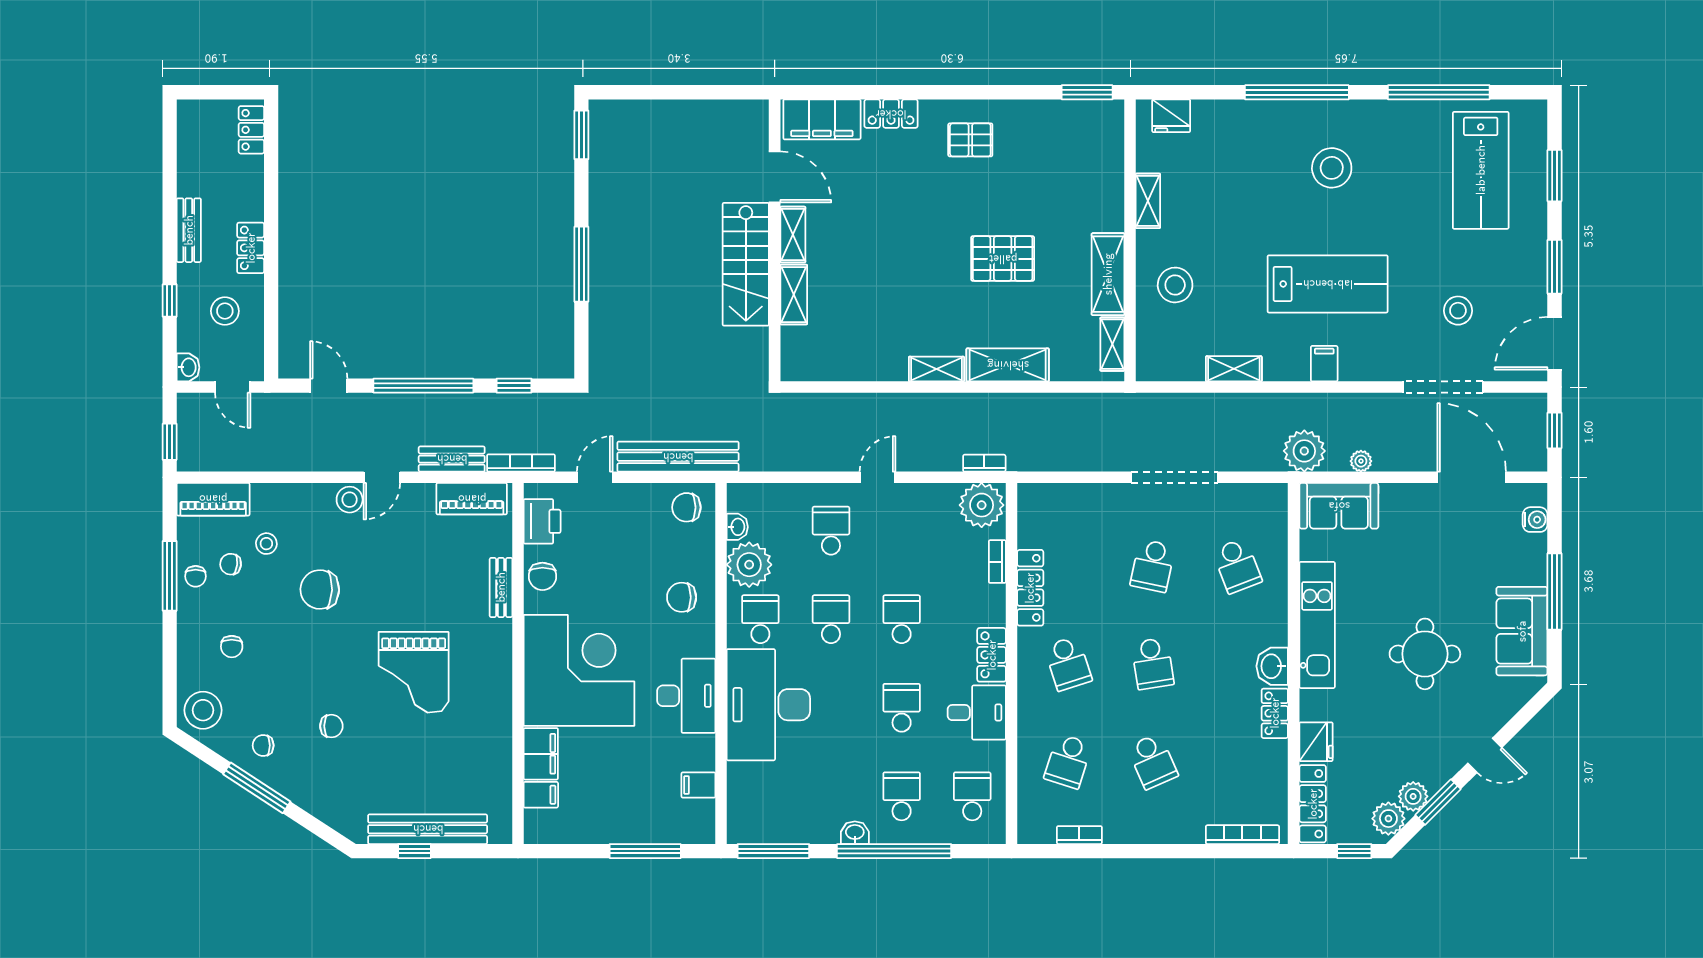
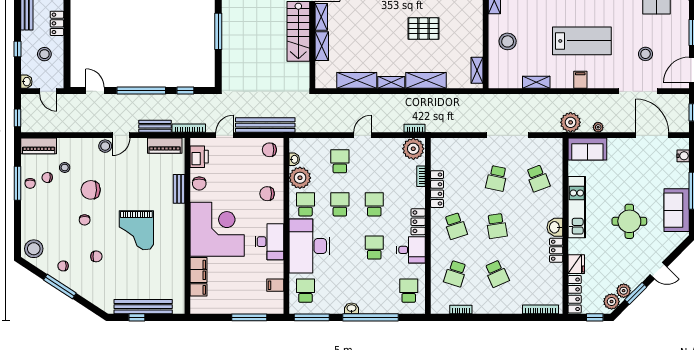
shelving: (1108, 274) -> (357, 80), moved, turned 90
chair: (232, 647) -> (85, 220), moved
school desk: (902, 796) -> (305, 291), moved

